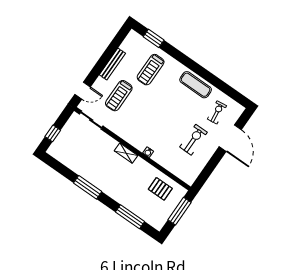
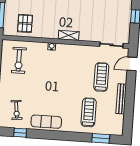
window: (226, 89) -> (20, 133), added
exercise bike: (193, 140) -> (19, 60), moved
pallet: (160, 189) -> (25, 23), turned 90

